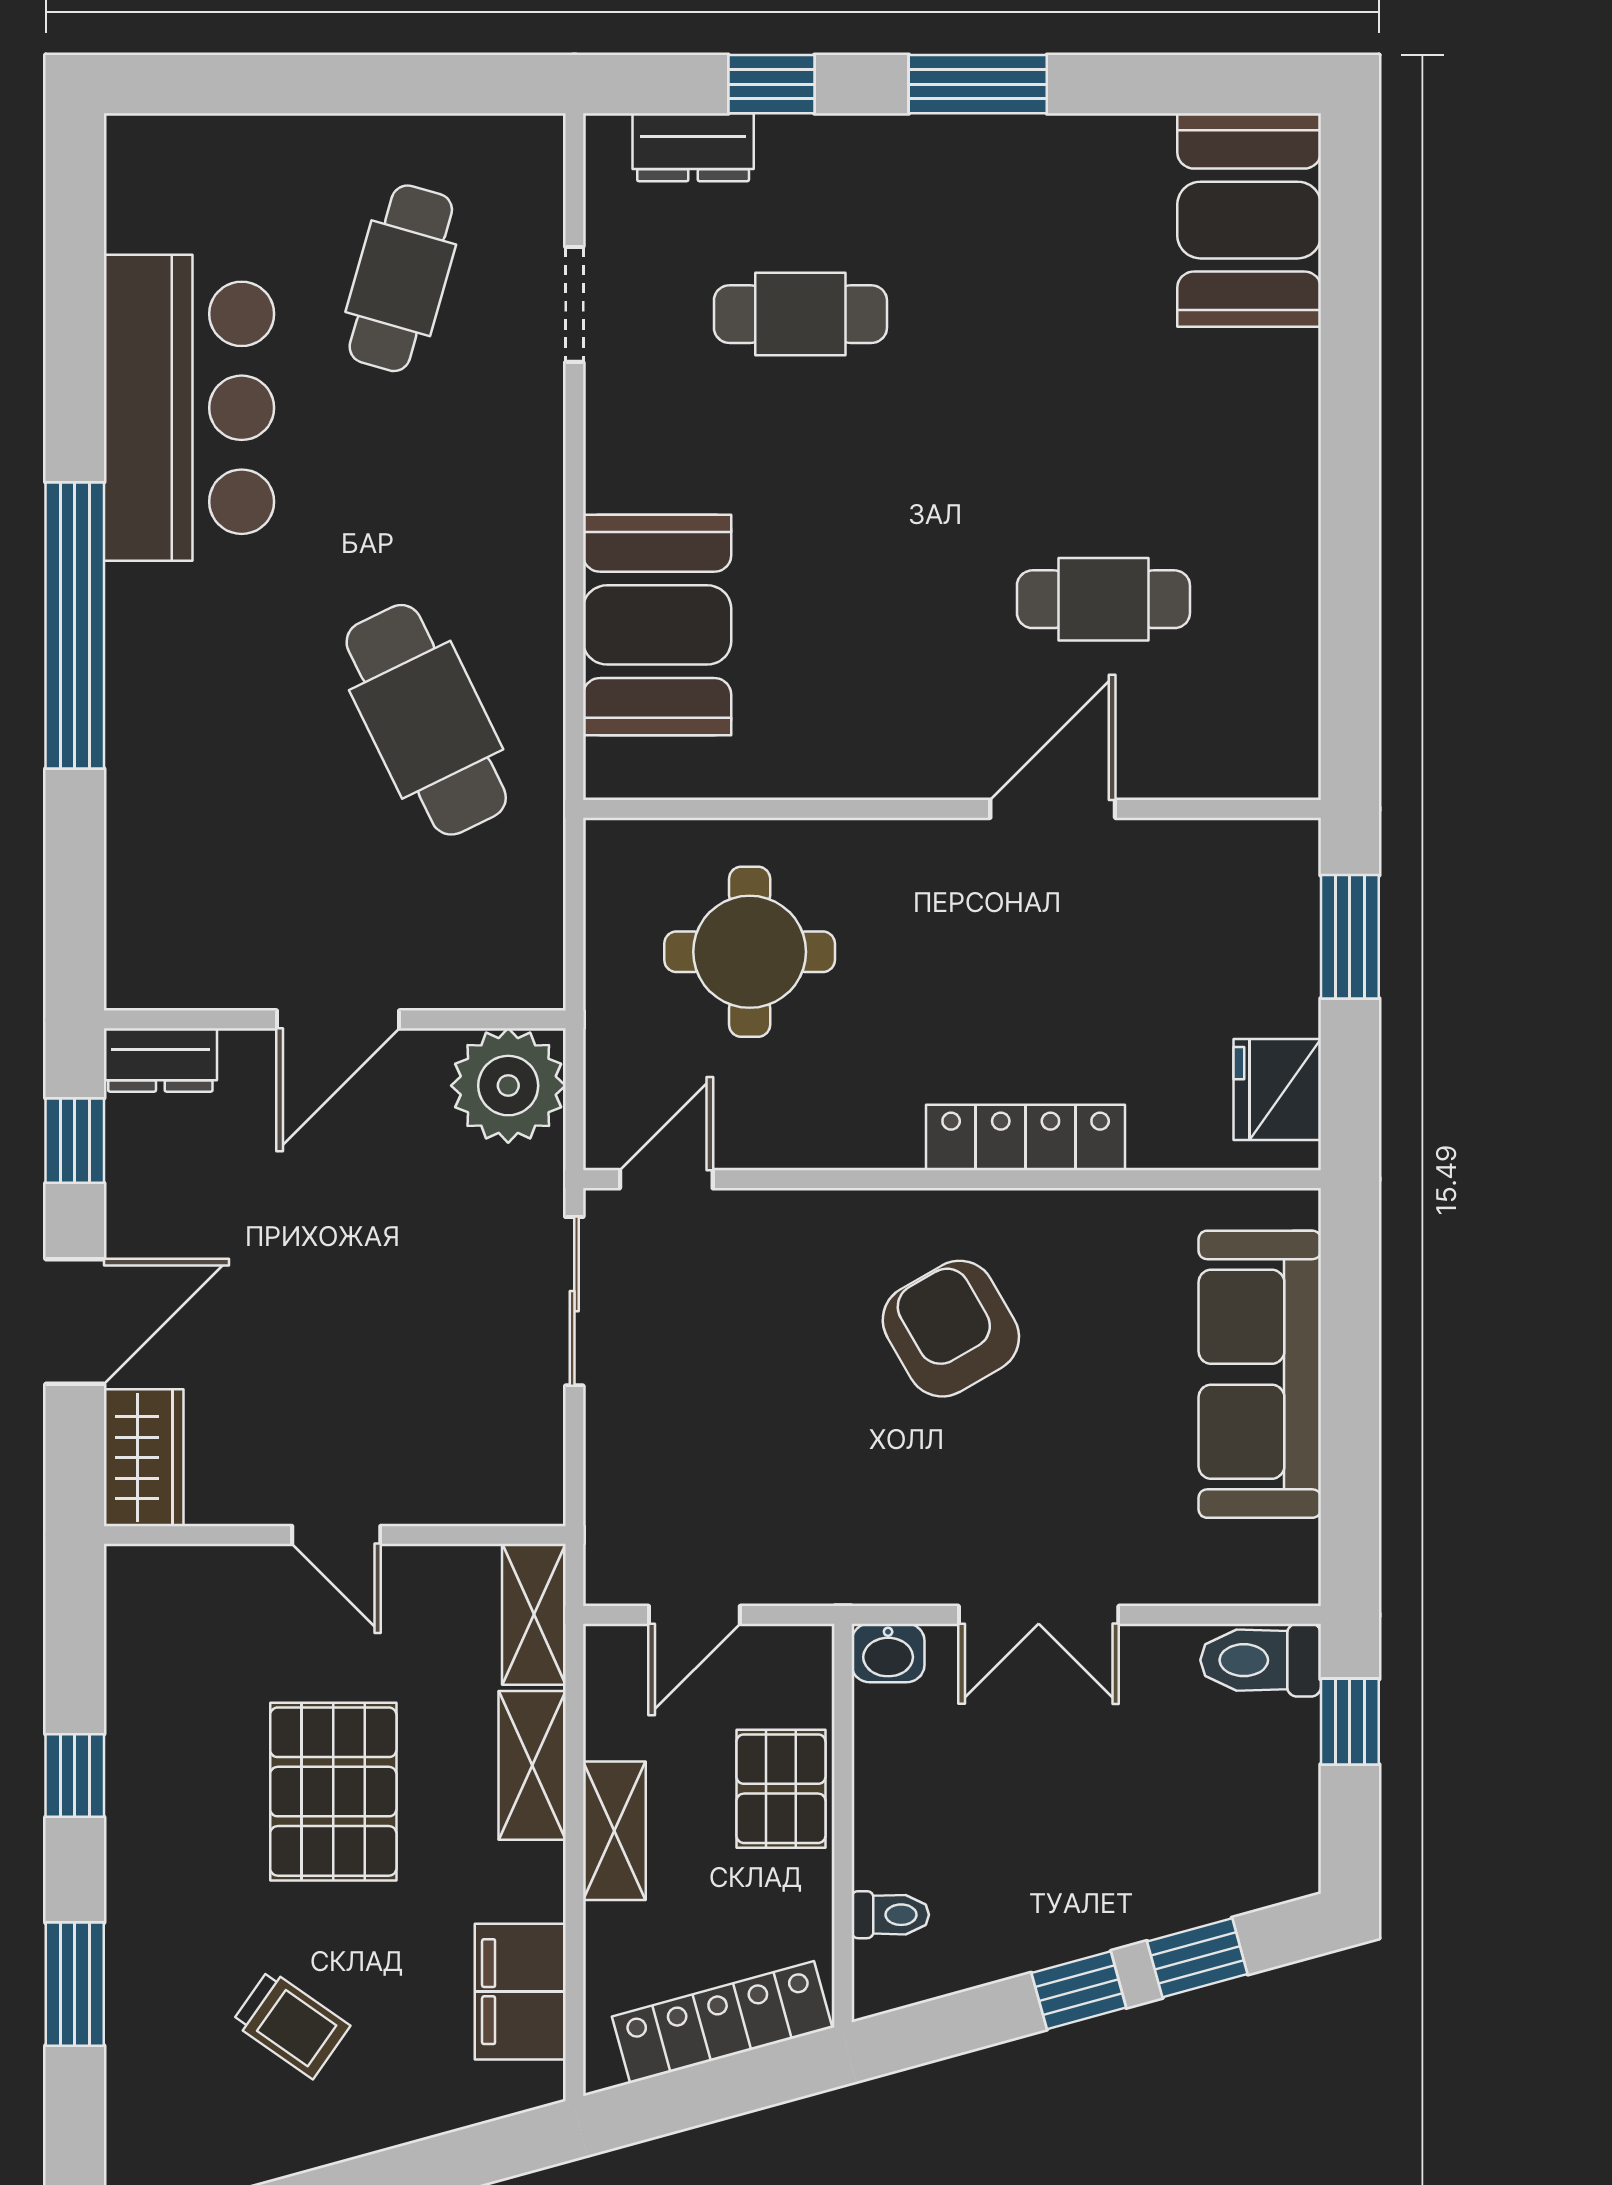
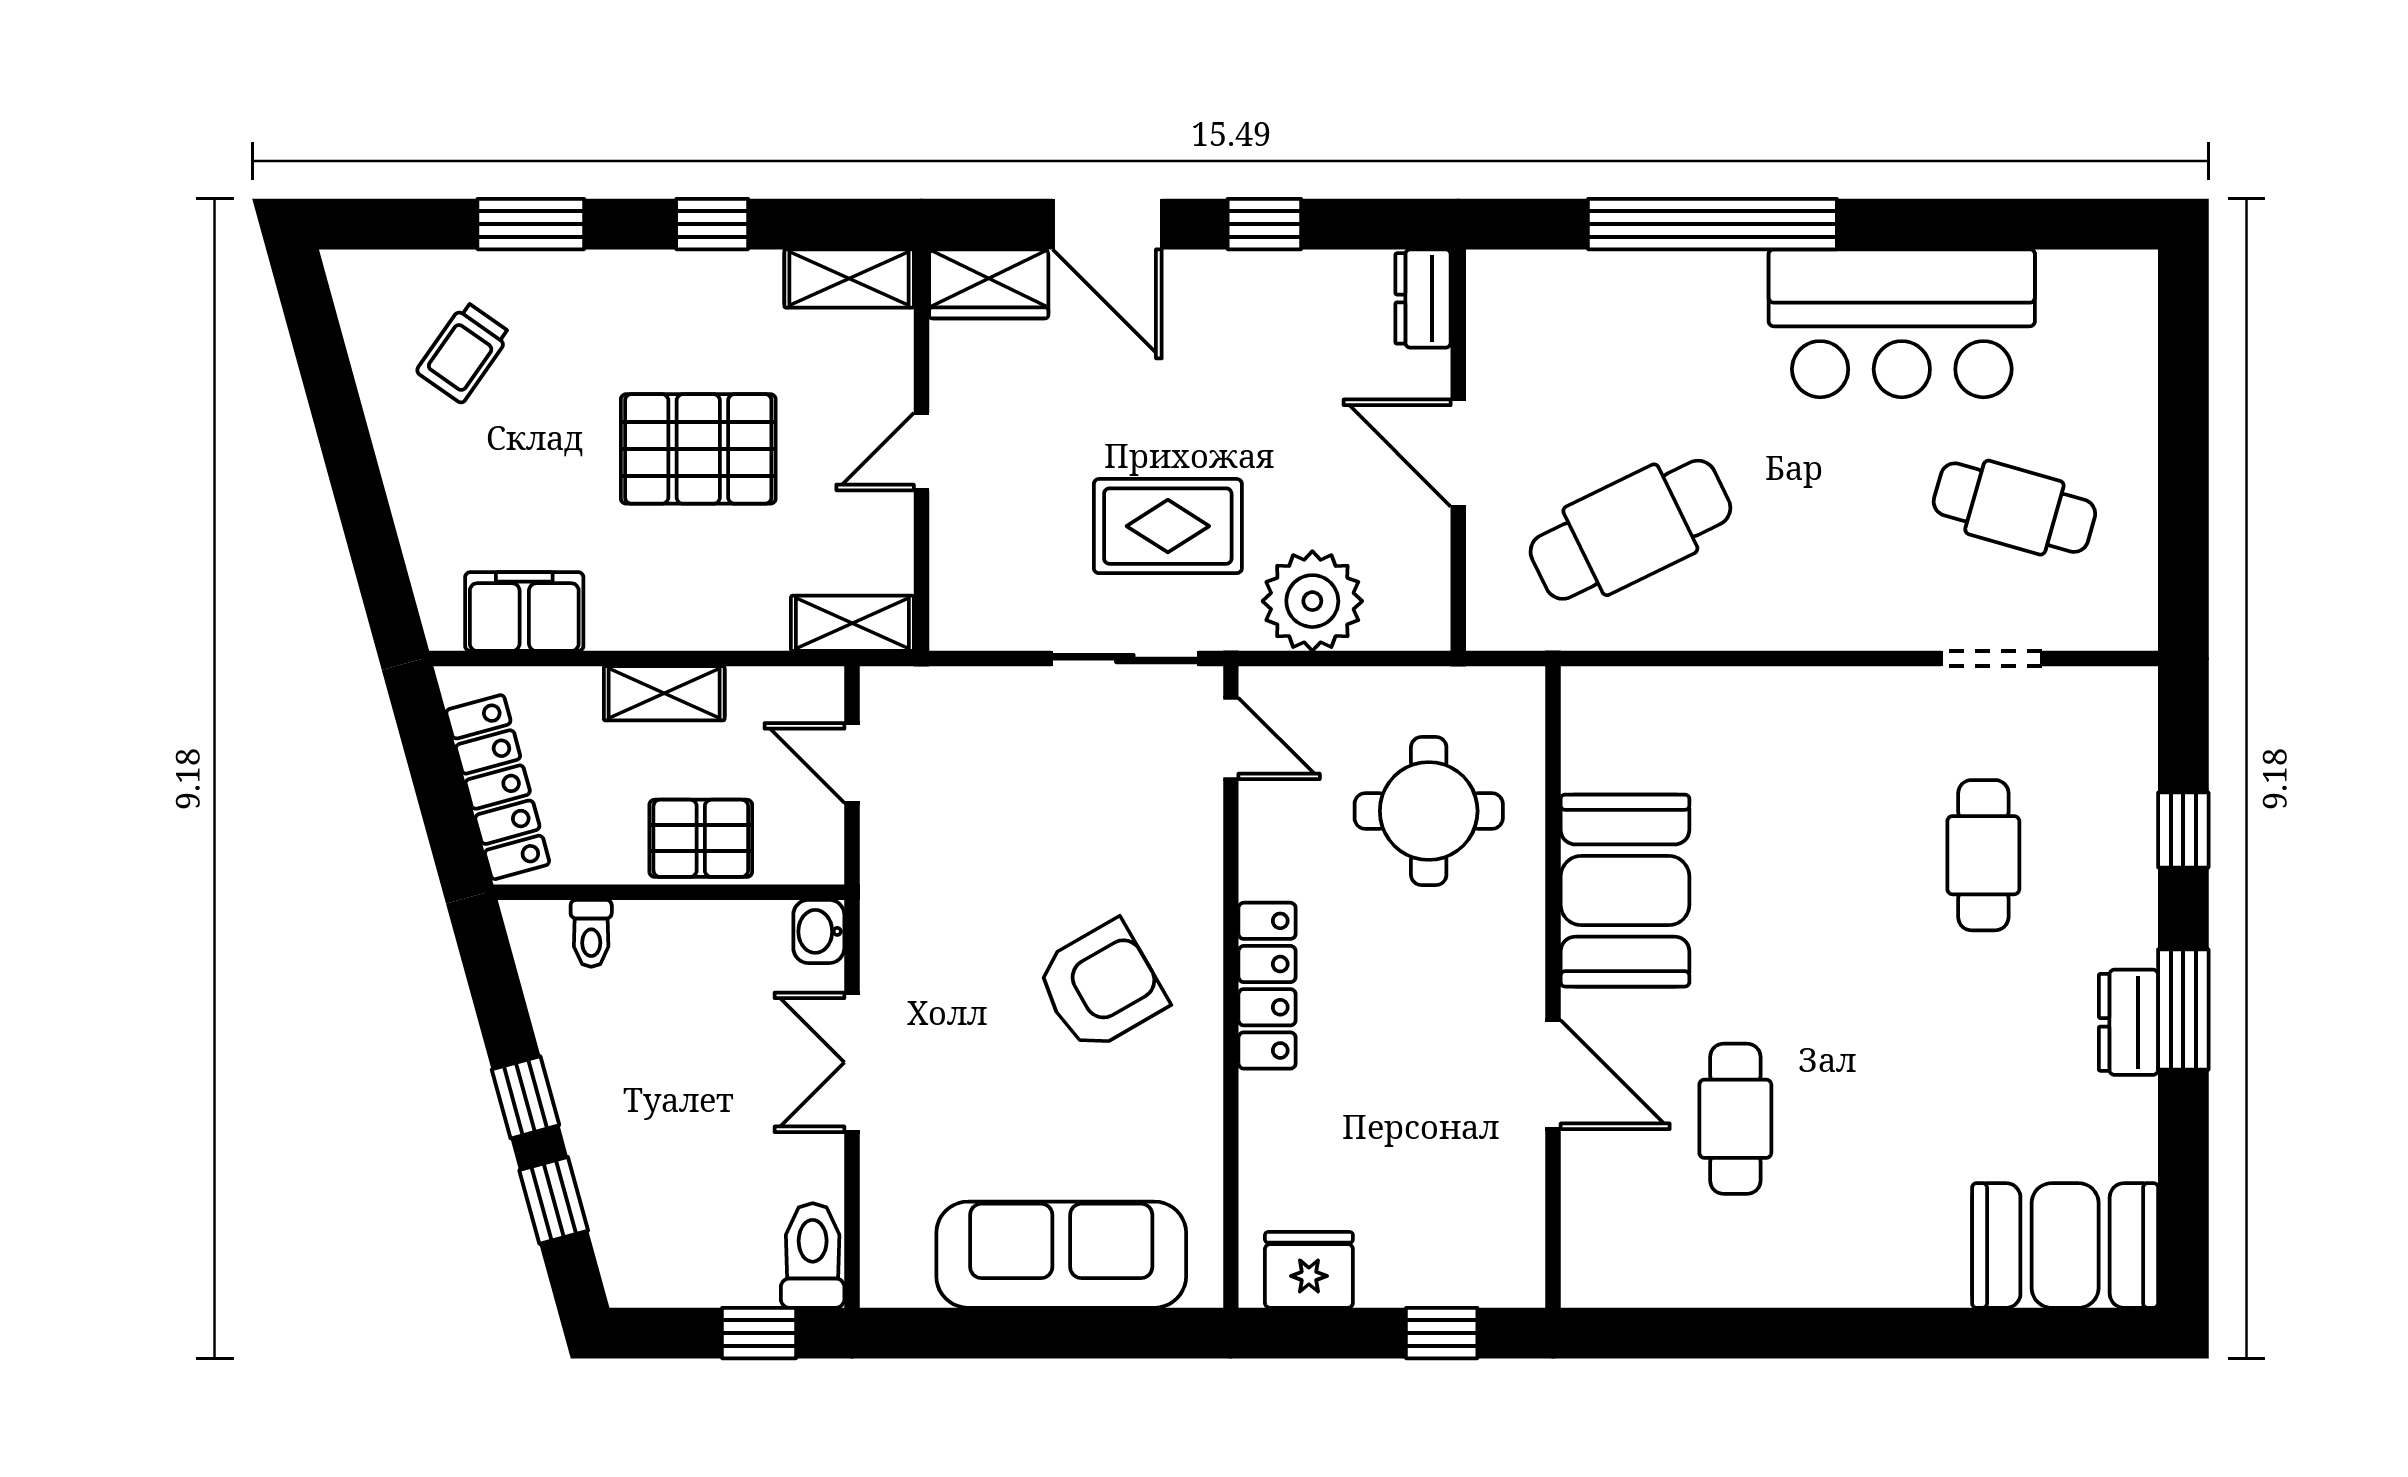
dresser: (693, 147) -> (2128, 1022), moved
booth: (657, 625) -> (1625, 891), moved, turned 90
window: (1350, 937) -> (1442, 1333), width x0.67
wall: (335, 1019) -> (1458, 450), moved
door: (338, 1019) -> (1458, 453), moved
dresser: (160, 1060) -> (1423, 298), moved
locker: (1026, 1138) -> (1267, 986), moved
rug: (422, 1252) -> (1168, 526), added
shelving: (532, 1765) -> (849, 278), moved
trolley: (291, 2024) -> (464, 352), moved

